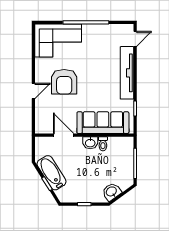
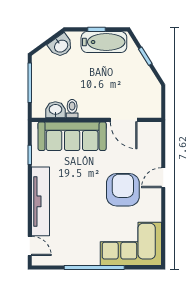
door: (135, 39) -> (30, 246), swing flipped
washbasin: (90, 143) -> (55, 110), moved
bathtub: (52, 173) -> (104, 42), moved, turned -58

